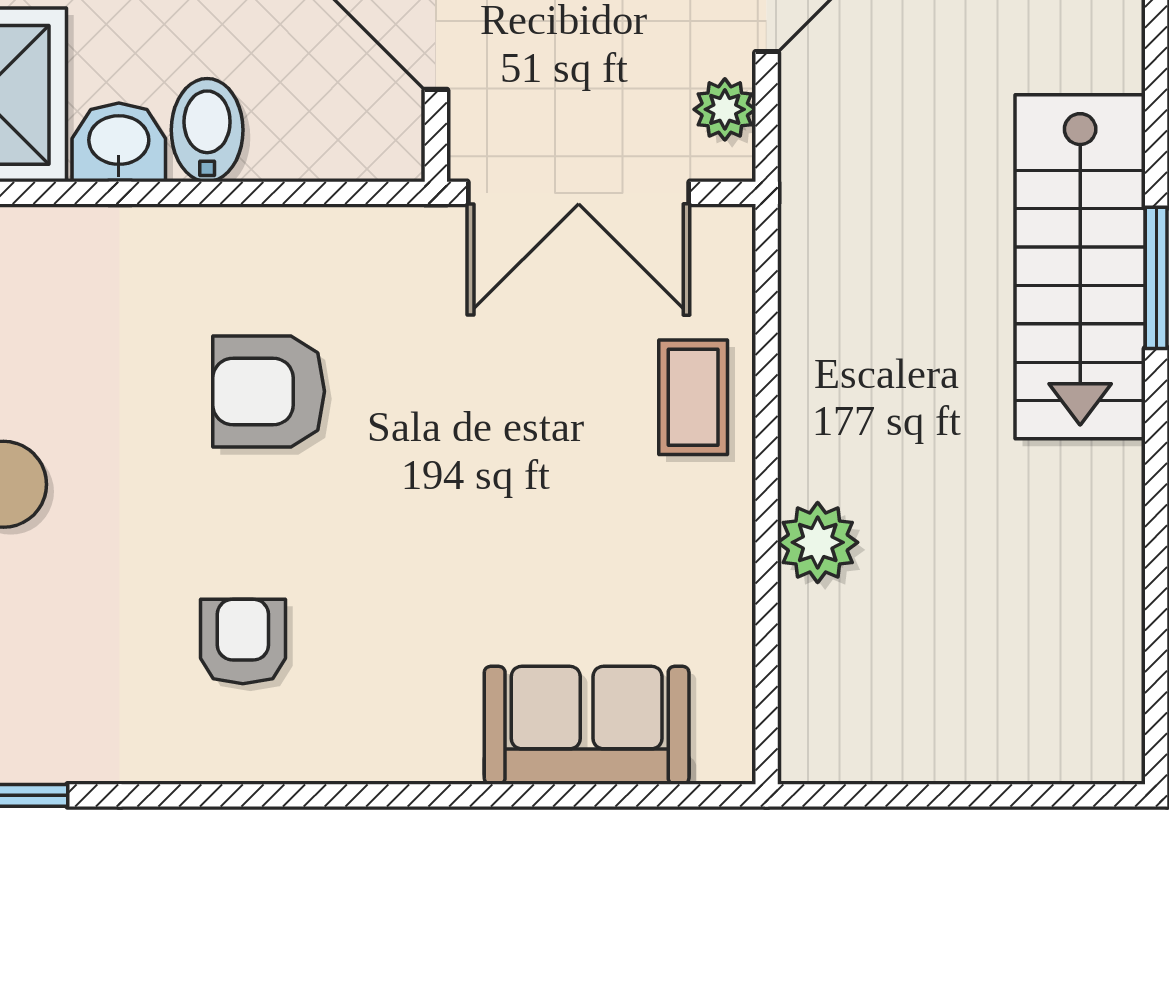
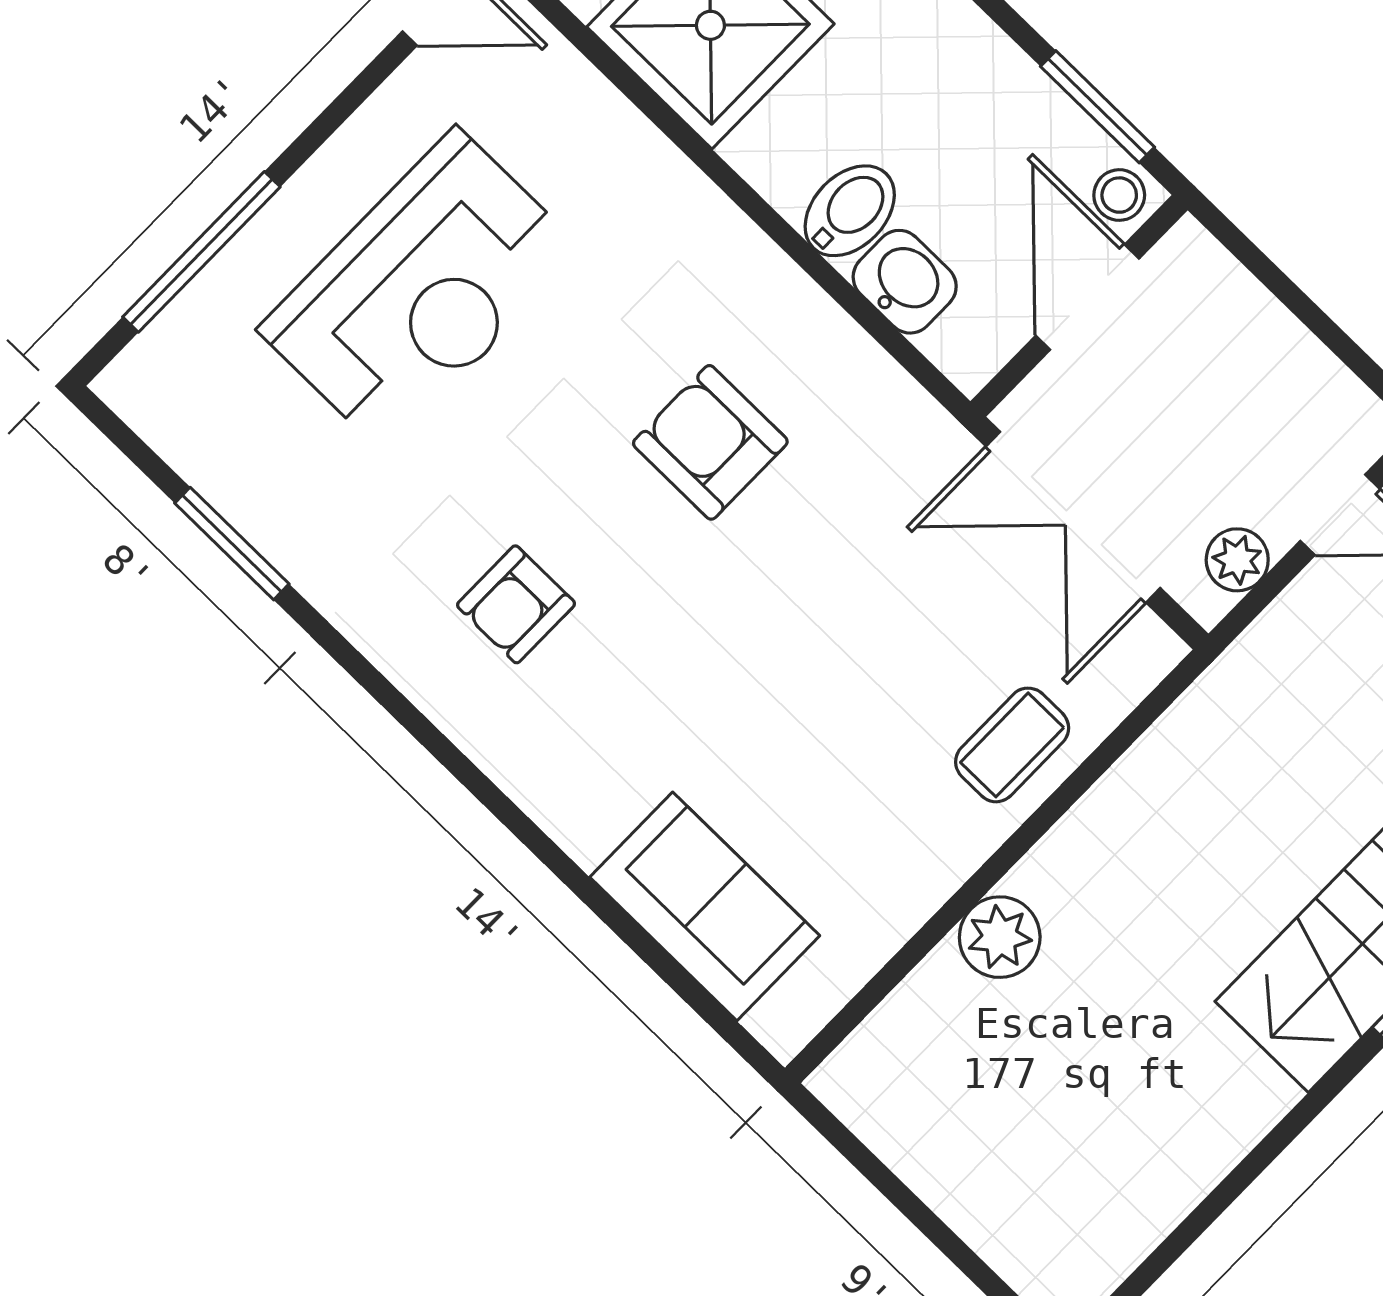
washbasin: (119, 142) -> (905, 282), moved
armchair: (243, 641) -> (516, 604), turned 180

